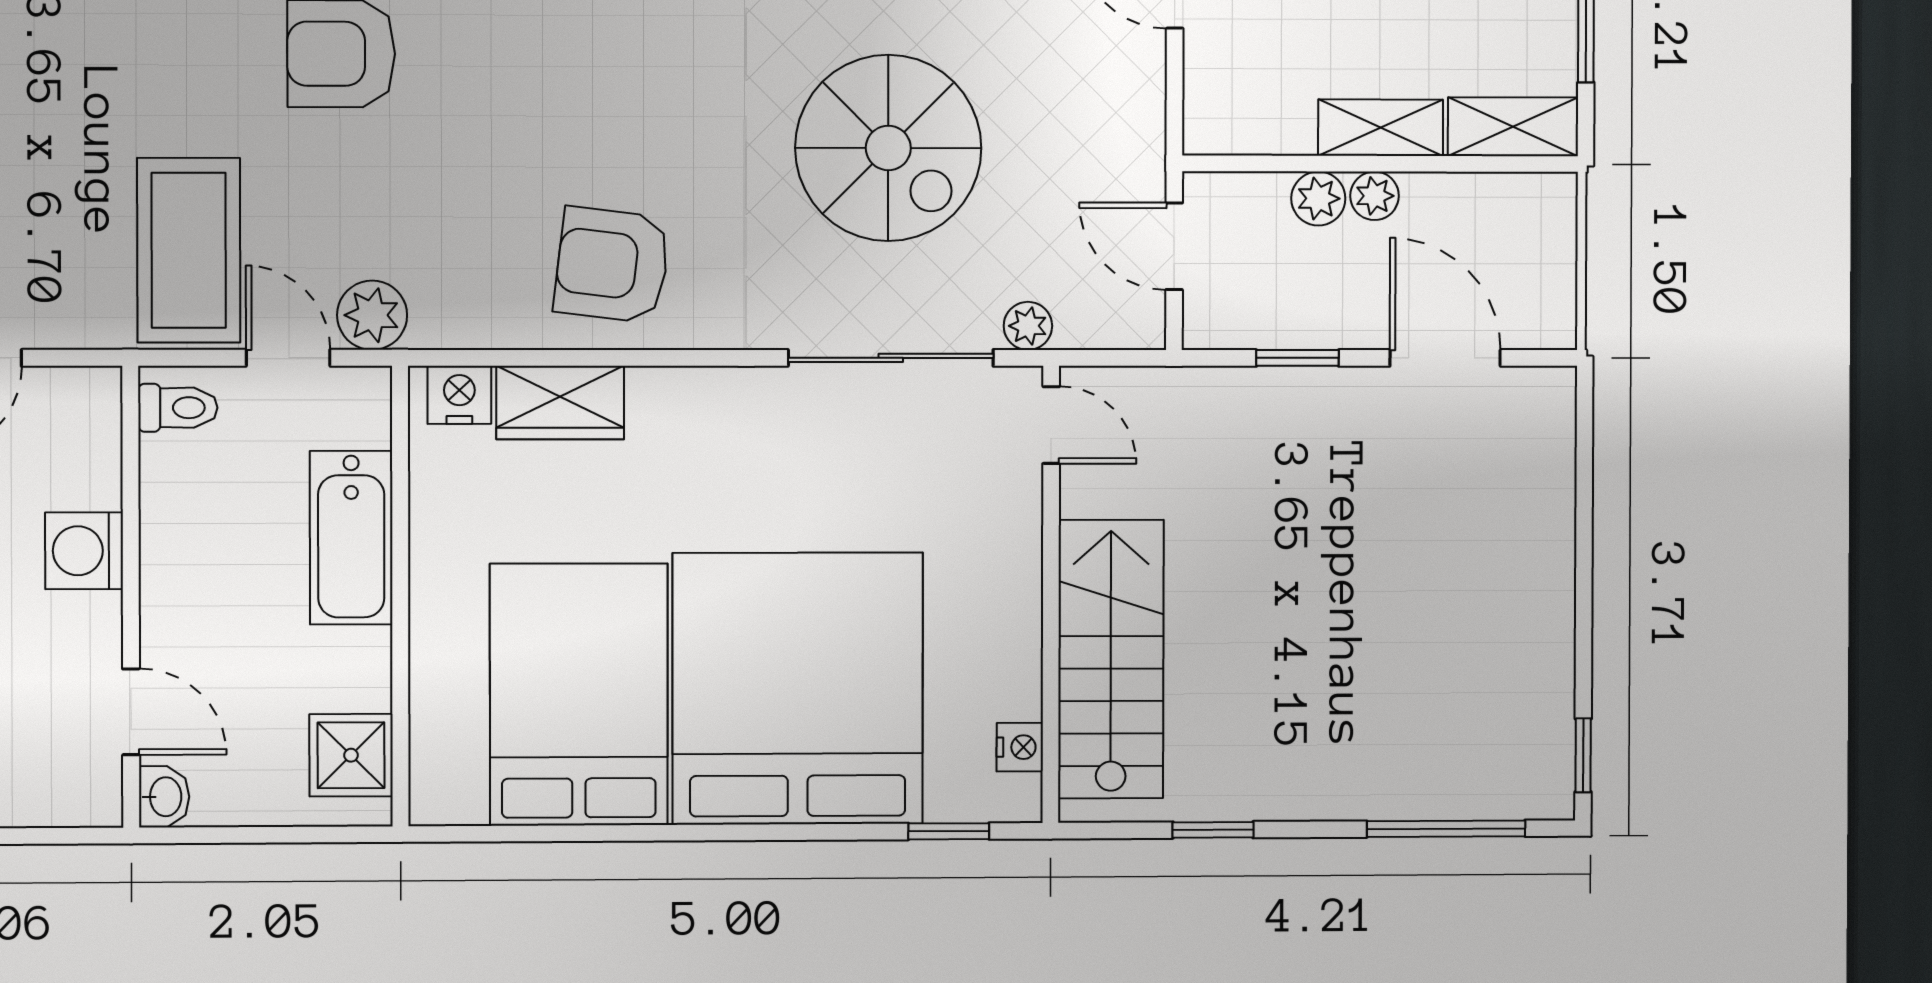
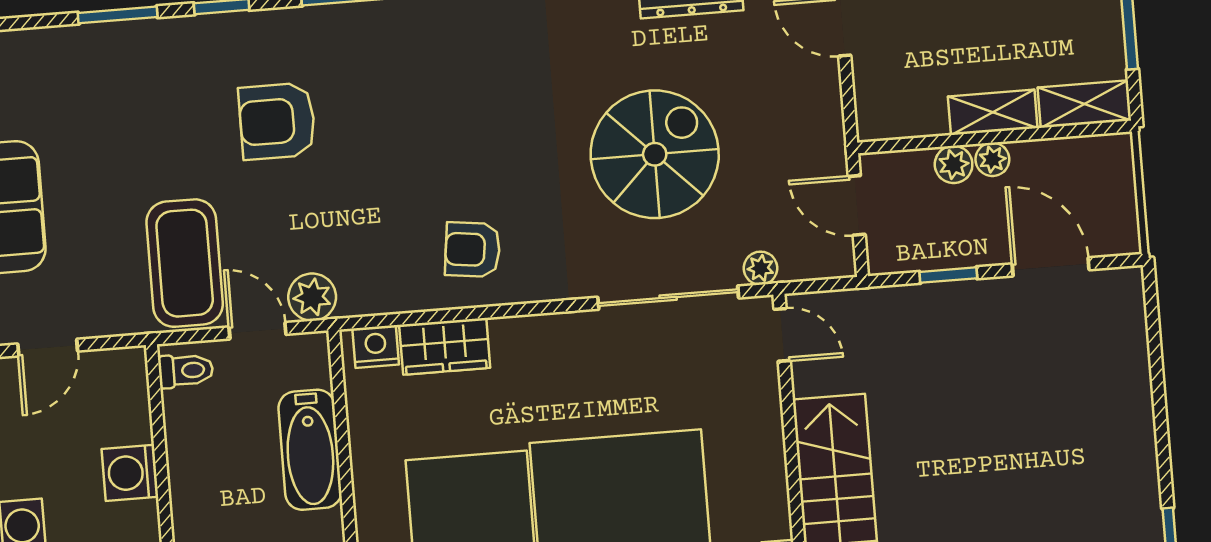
spiral stairs: (888, 148) -> (655, 154), turned -90
armchair: (612, 265) -> (473, 250), width x0.72, depth x0.72

